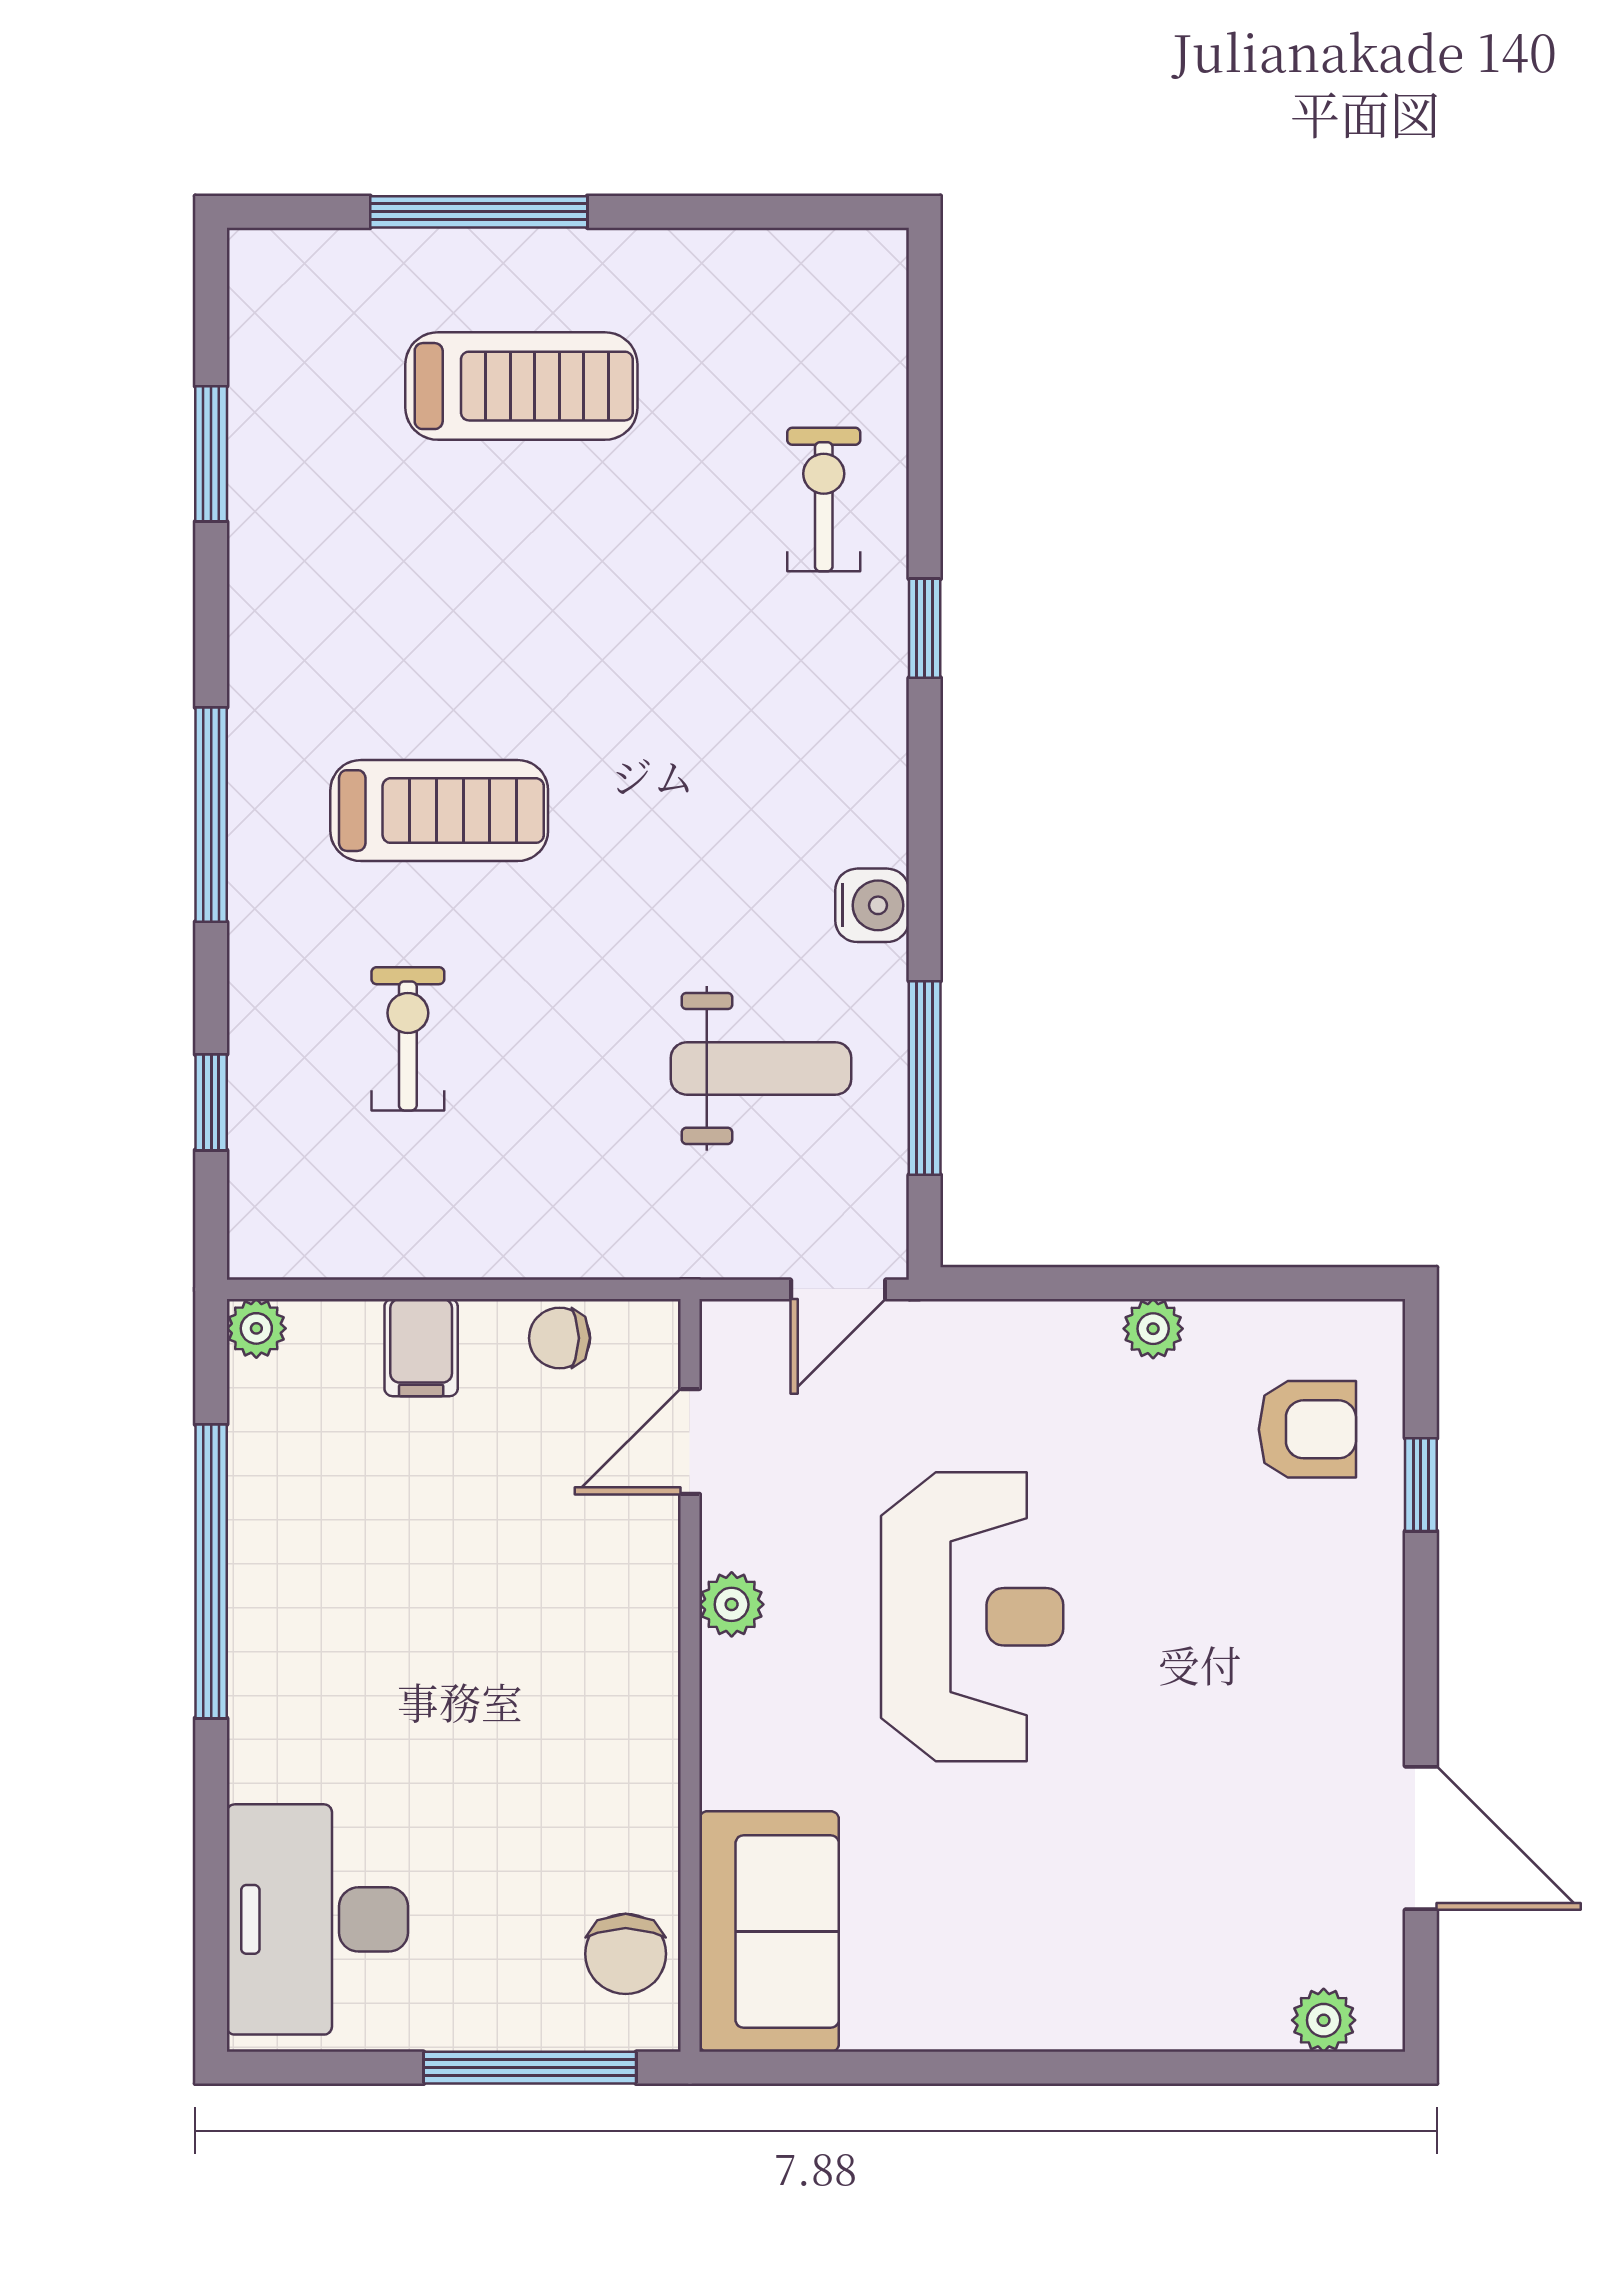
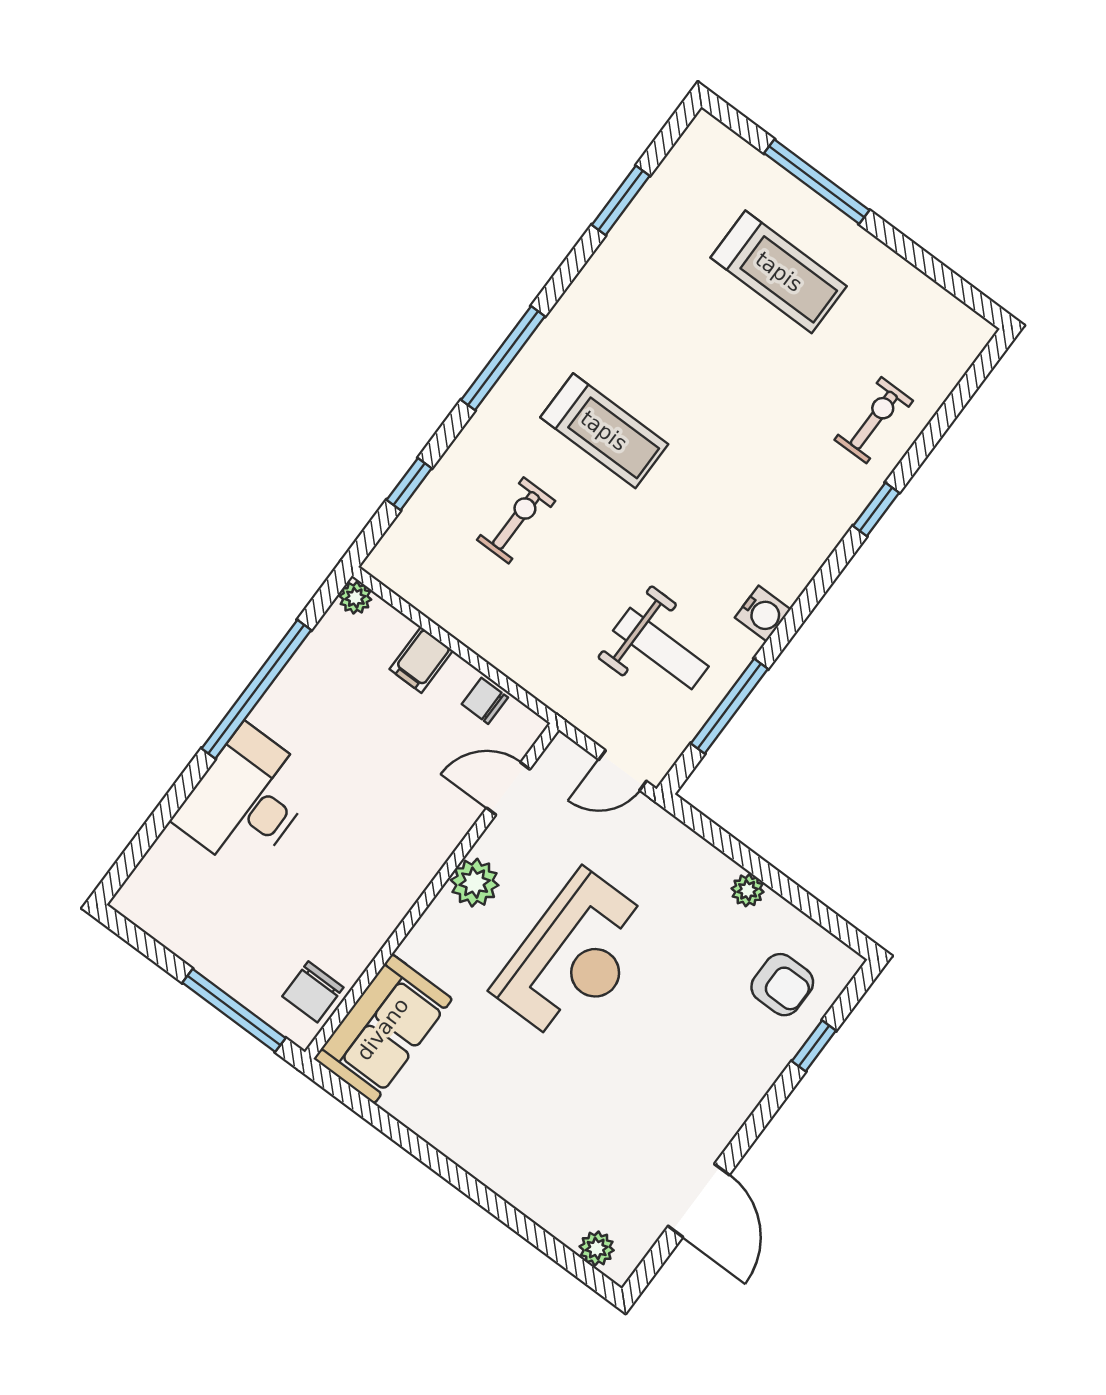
plant: (732, 1604) -> (475, 883), width x1.38, depth x1.38
desk: (317, 1919) -> (246, 800), moved

